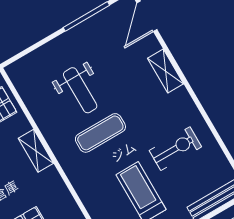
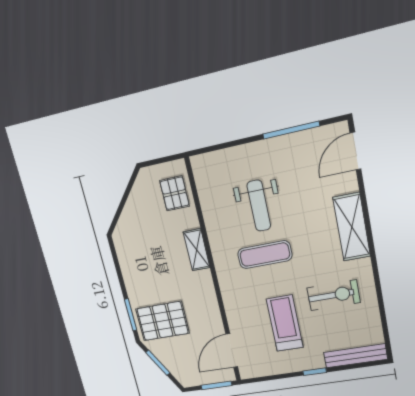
shelving: (166, 71) -> (352, 227), width x1.50, depth x1.33

